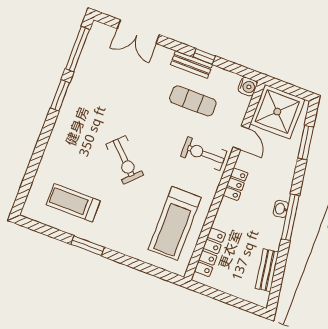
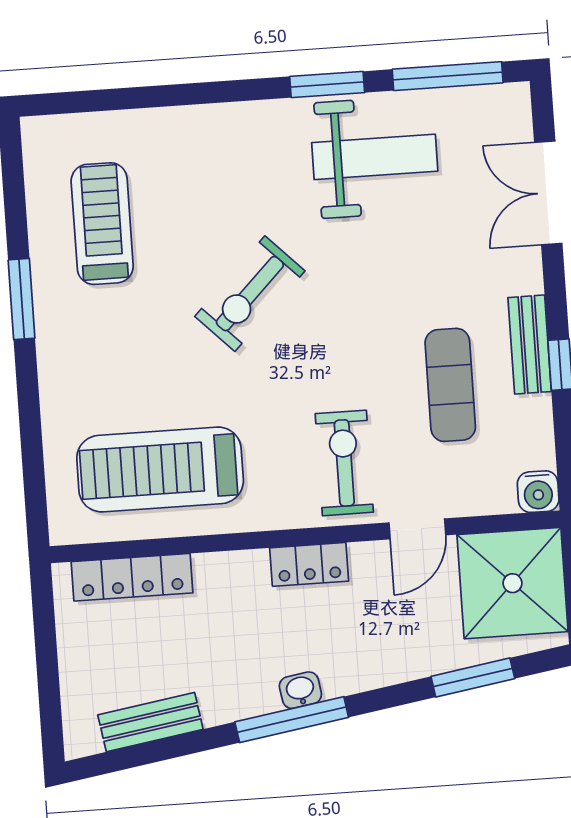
weight bench: (95, 90) -> (375, 157), added

